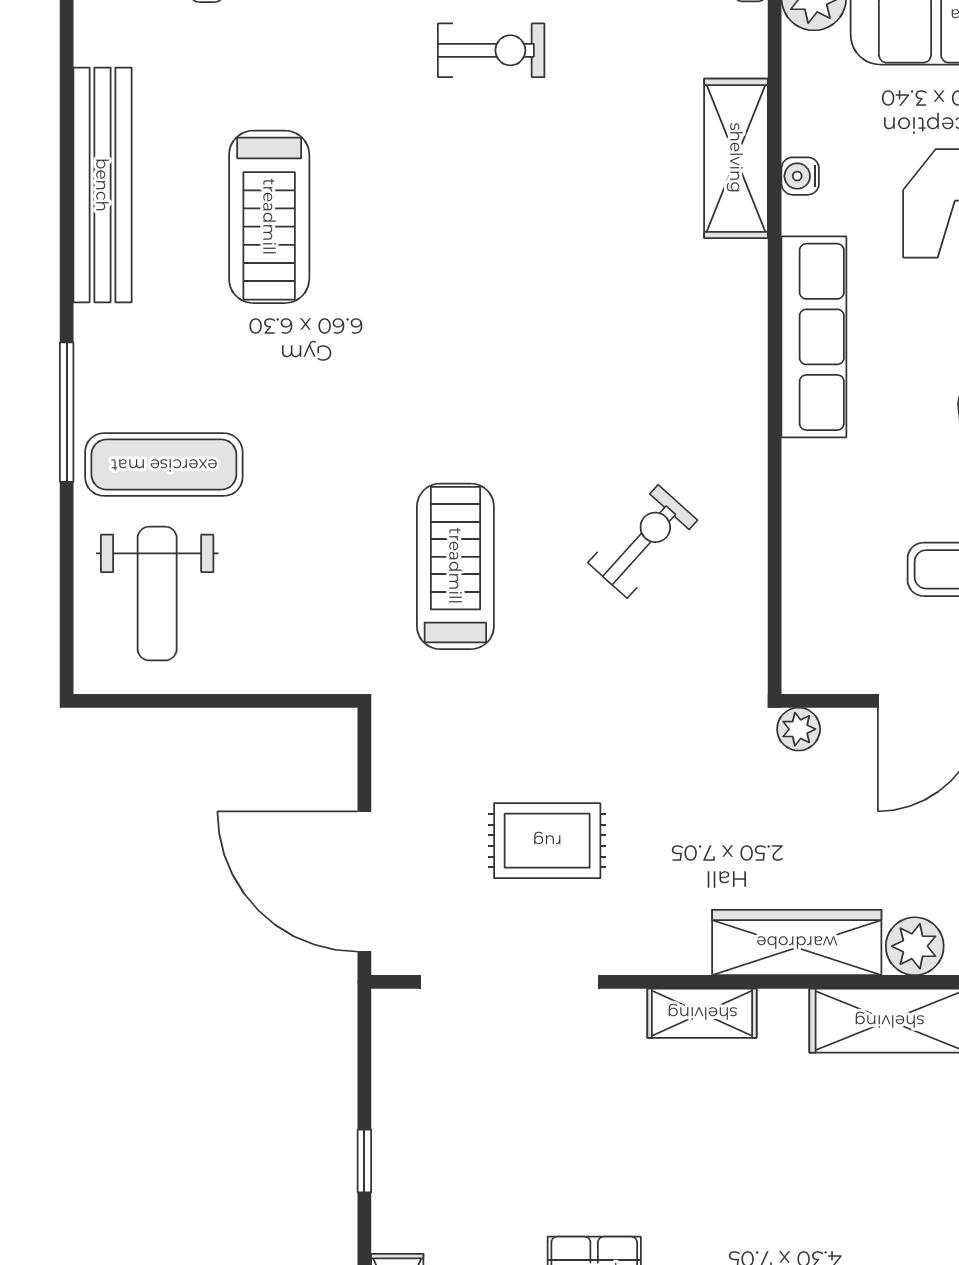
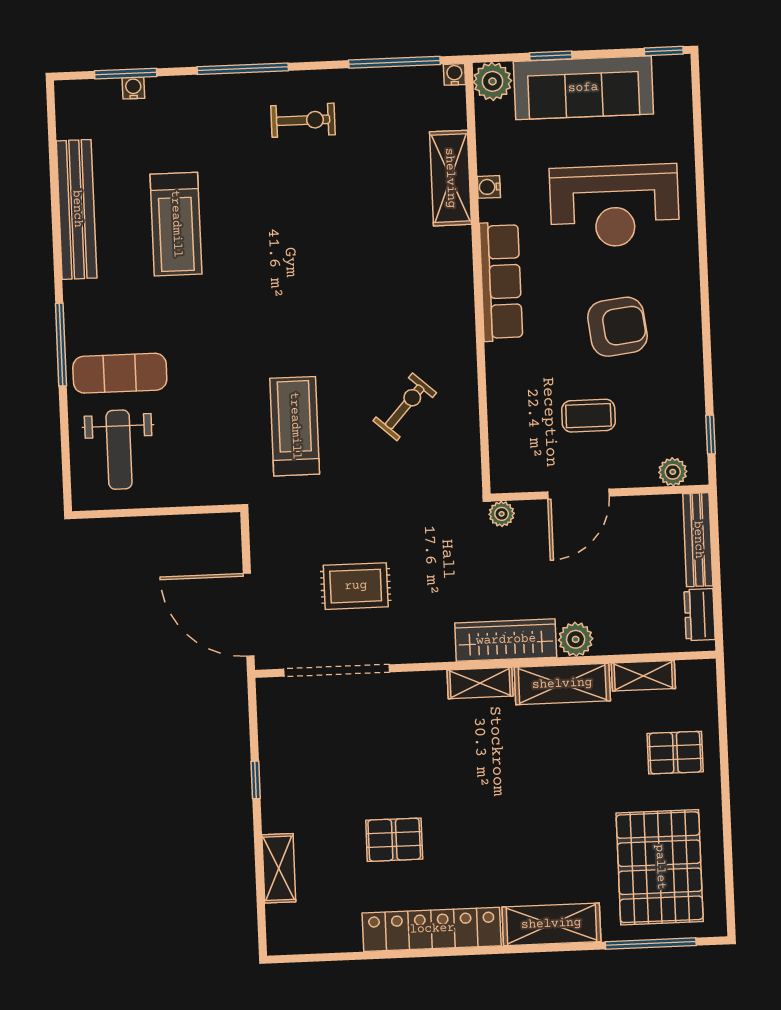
shelving: (702, 1013) -> (480, 683), moved

